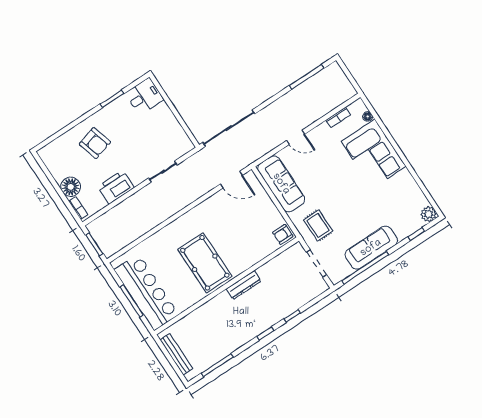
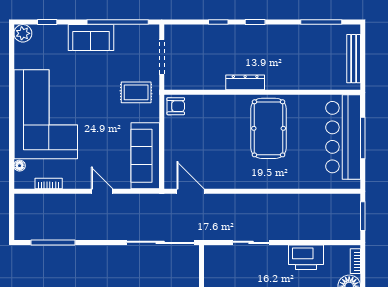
corner sofa: (374, 154) -> (46, 114), width x1.36, depth x1.36
rug: (318, 225) -> (136, 92), turned 90
sofa: (371, 248) -> (91, 38), width x0.73

